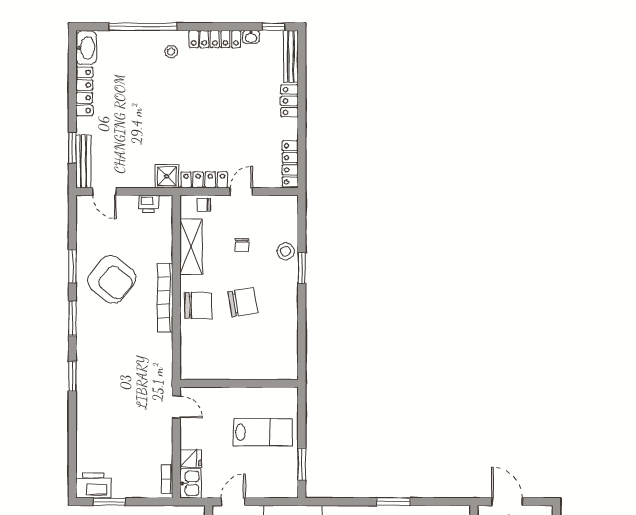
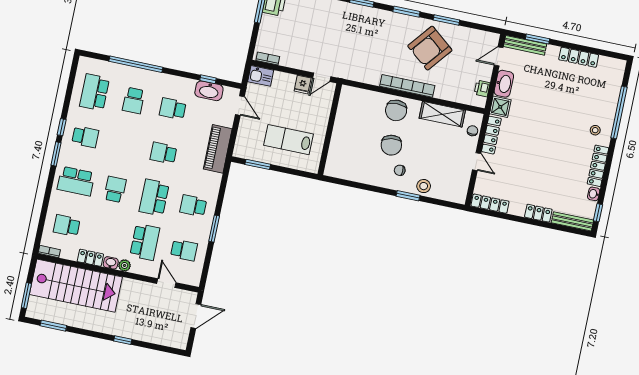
washbasin: (86, 48) -> (504, 84), moved, turned -90
chair: (242, 245) -> (400, 170), moved
lab bench: (263, 432) -> (288, 140), turned 90
fridge: (190, 458) -> (303, 85), moved

